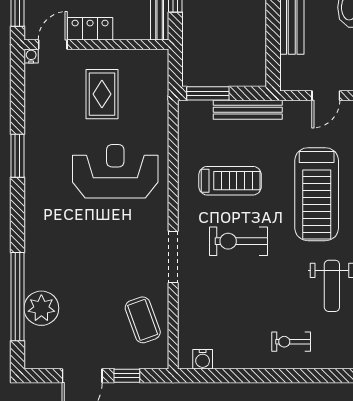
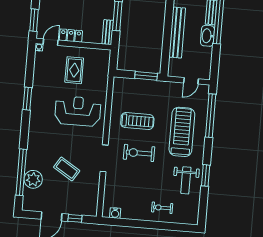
window: (208, 93) -> (146, 76), moved
bench: (248, 110) -> (150, 85), removed
treadmill: (317, 194) -> (182, 132), turned 180
coffee table: (143, 320) -> (67, 169), moved, turned -38

